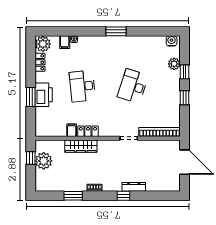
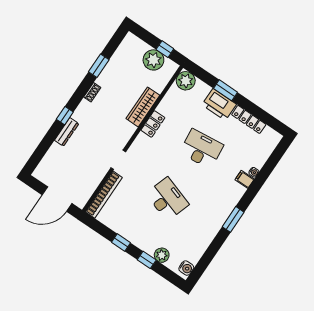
filing cabinet: (65, 42) -> (245, 179), moved
plant: (43, 44) -> (186, 81), moved
locker: (40, 62) -> (249, 119), width x1.53
filing cabinet: (72, 130) -> (165, 108), removed

